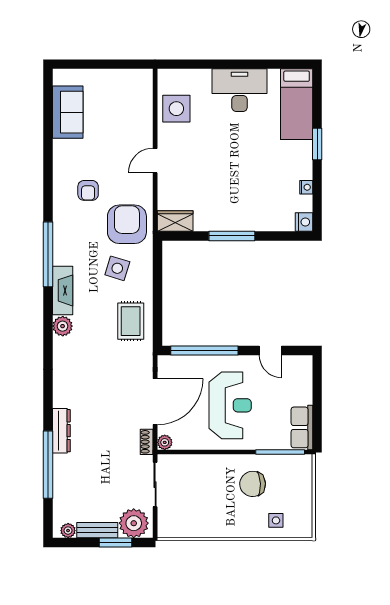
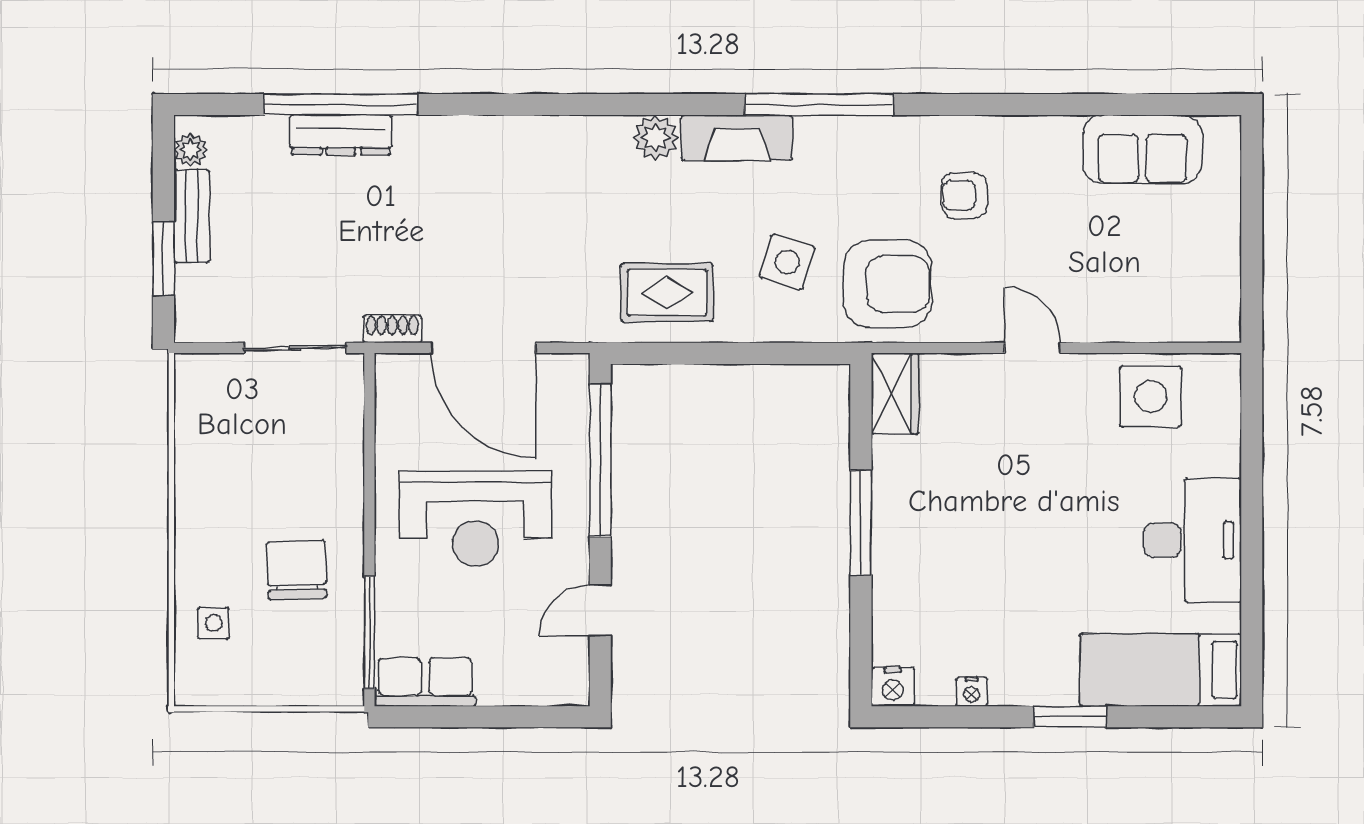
dresser: (61, 431) -> (341, 135), moved
plant: (165, 442) -> (391, 370), removed
plant: (134, 523) -> (207, 299), removed

